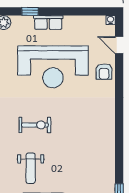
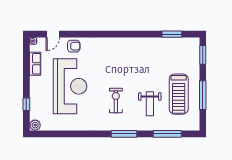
row of seats: (48, 23) -> (35, 64), moved
weight bench: (31, 168) -> (150, 104), turned 90

